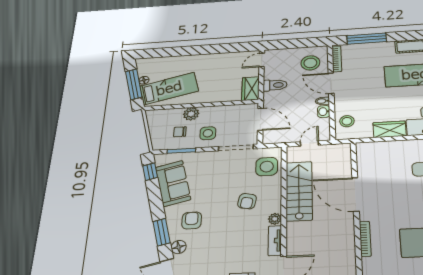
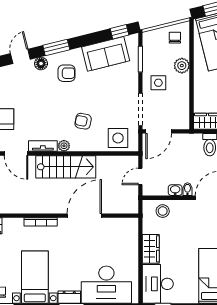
door: (260, 119) -> (159, 131), moved
chair: (180, 132) -> (175, 38), moved
door: (309, 143) -> (140, 176), swing flipped
stairs: (299, 191) -> (66, 167), moved

